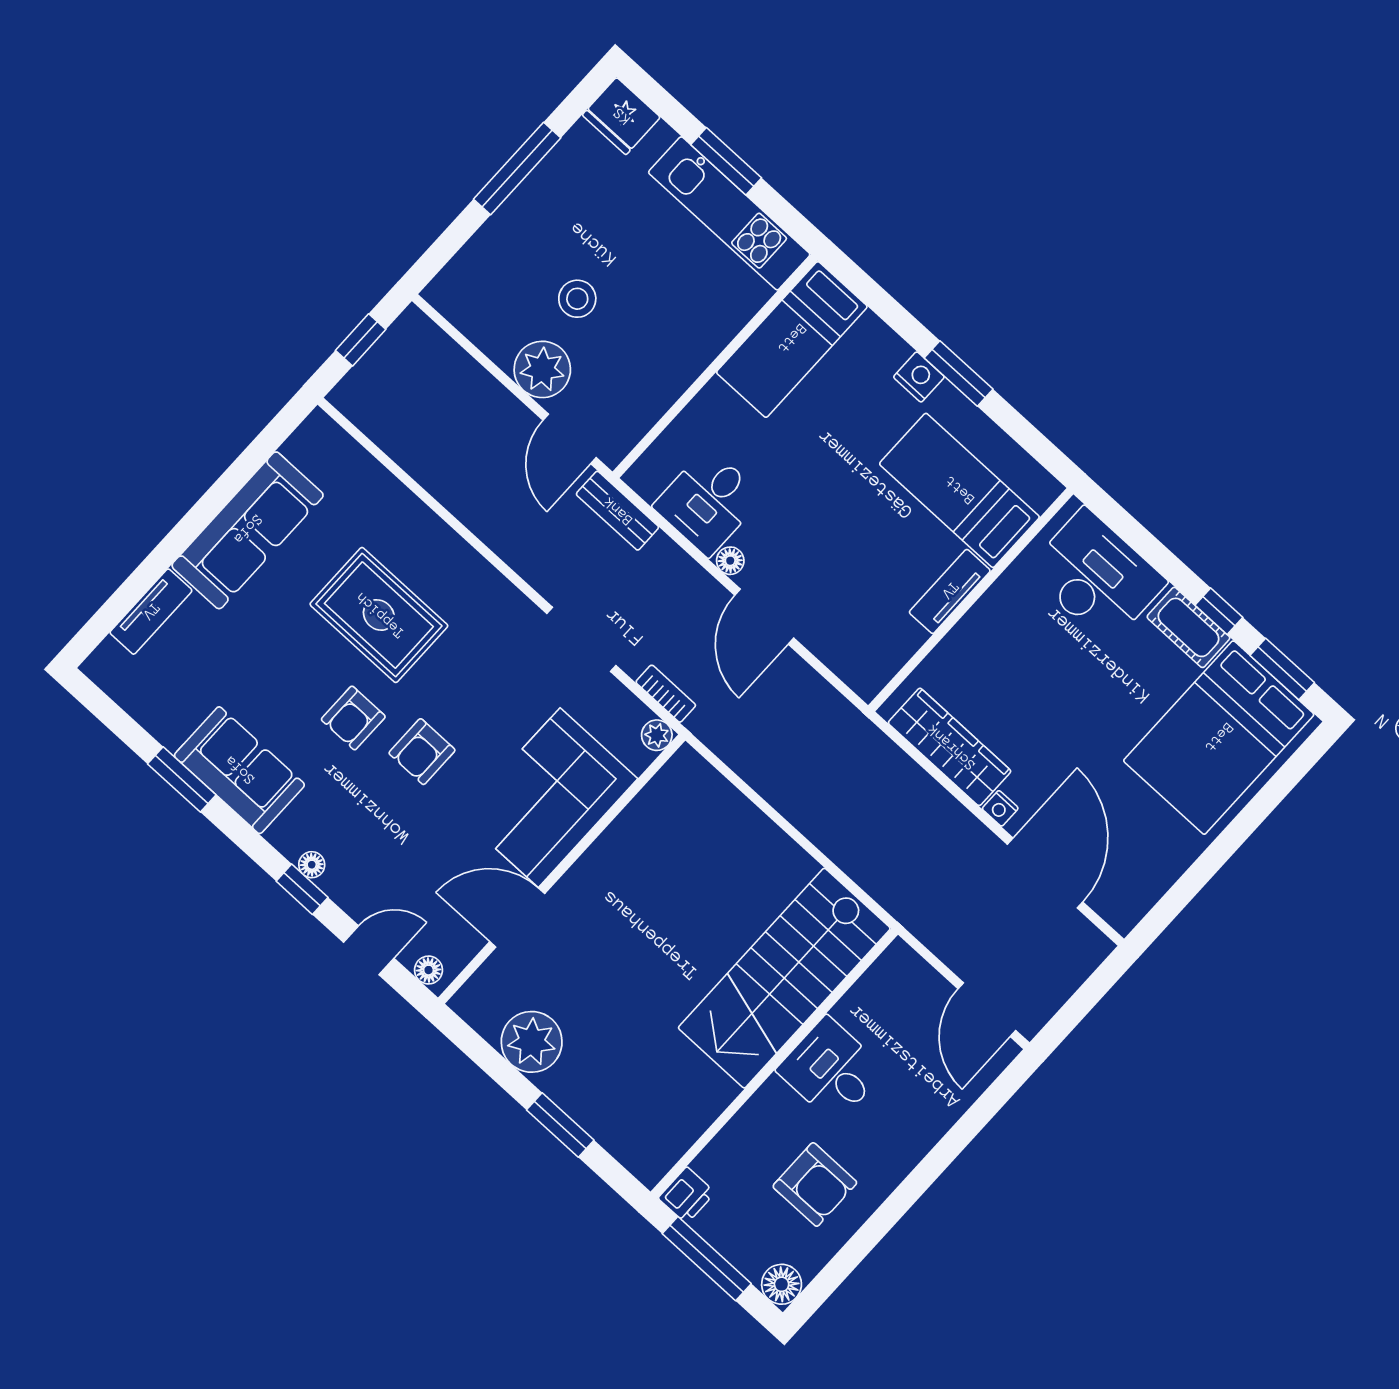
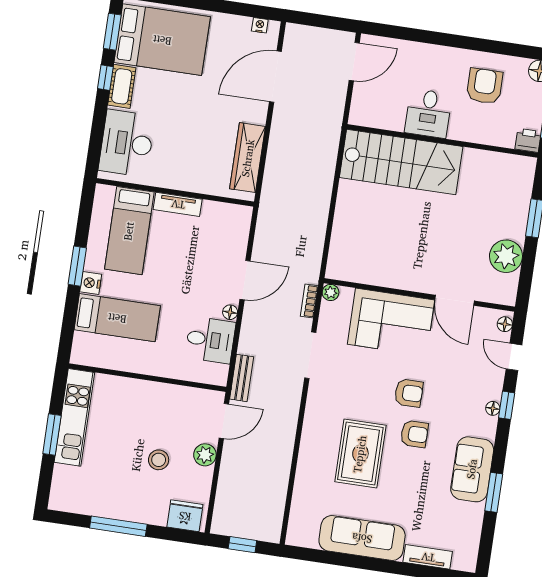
fridge: (621, 116) -> (185, 516), moved, turned -90
bed: (792, 339) -> (117, 318), moved
plant: (542, 369) -> (205, 455), width x0.73, depth x0.73
nightstand: (1000, 808) -> (260, 25), moved, turned -90

